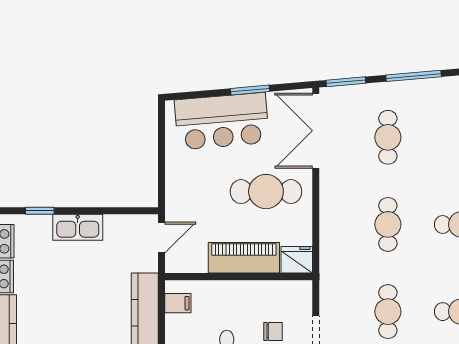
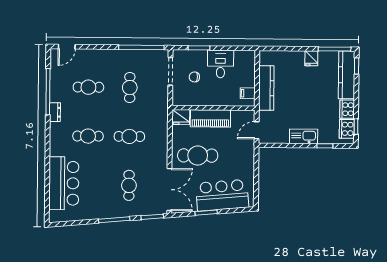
cafe table: (388, 224) -> (129, 136), turned 90

